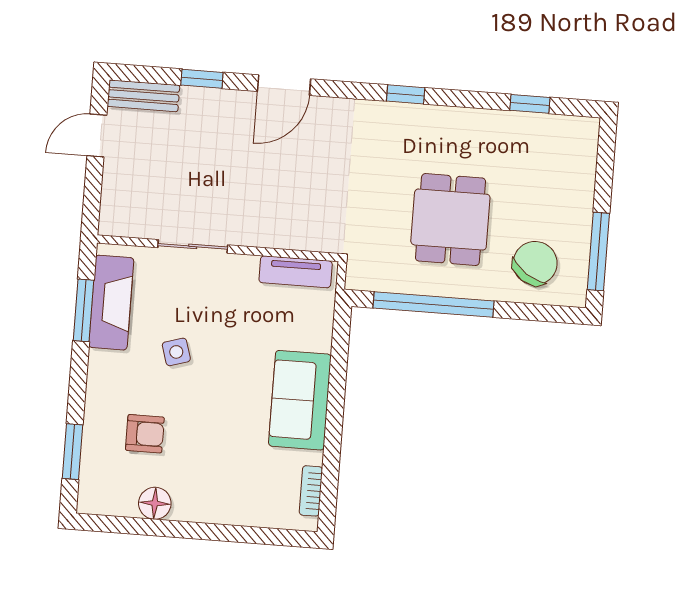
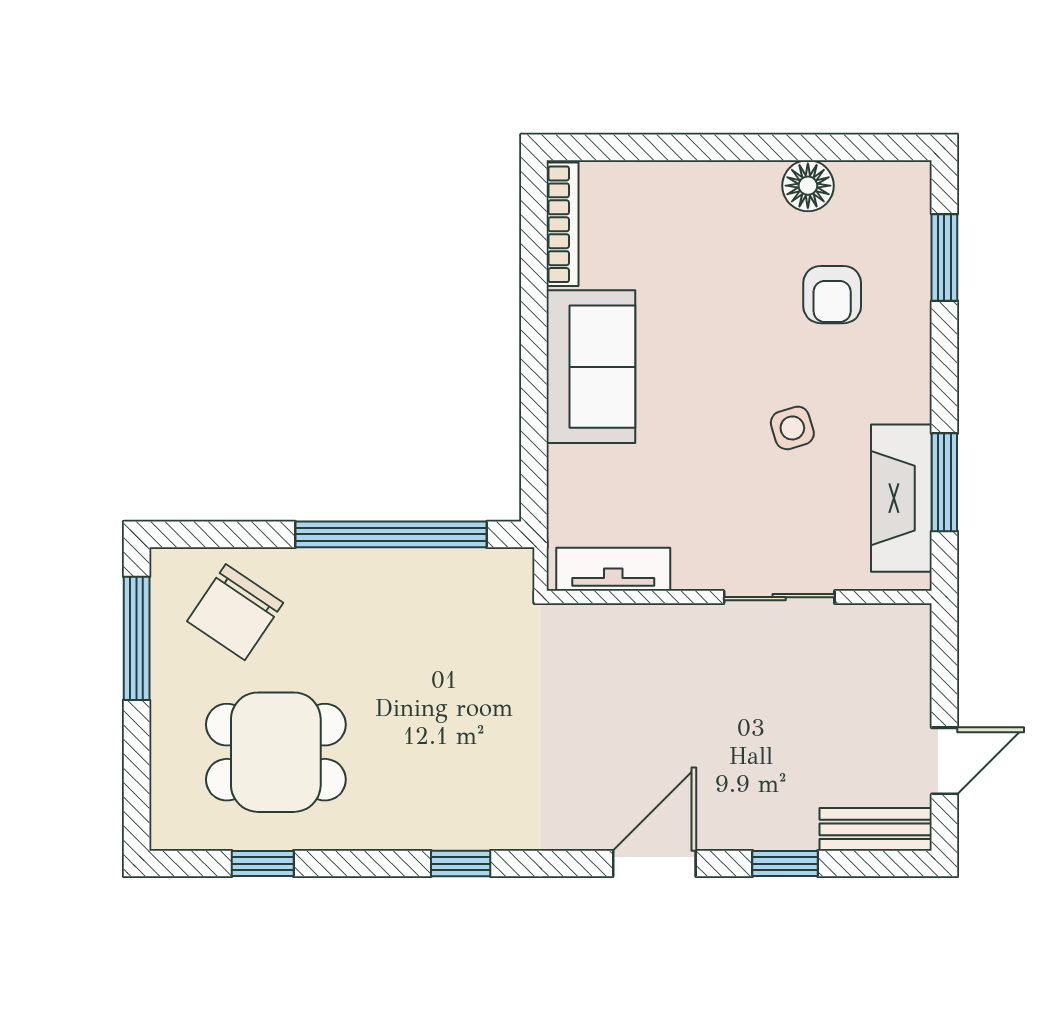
dining table: (450, 220) -> (276, 752), moved, turned 90
armchair: (145, 434) -> (832, 295), turned -90
bookcase: (311, 491) -> (562, 224), width x1.56

